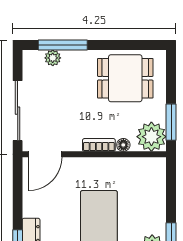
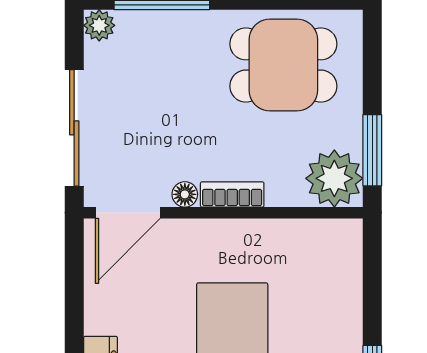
plant: (53, 58) -> (99, 25), moved
floor lamp: (123, 145) -> (185, 194), moved

